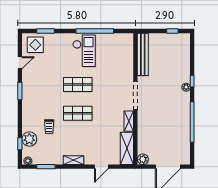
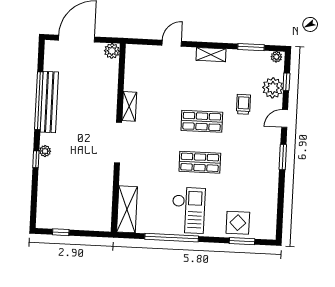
display table: (35, 45) -> (238, 223), moved
checkout: (84, 51) -> (188, 210), turned 180
bench: (143, 54) -> (49, 102), moved
door: (20, 63) -> (285, 119), moved
shelving: (127, 148) -> (127, 209), moved

